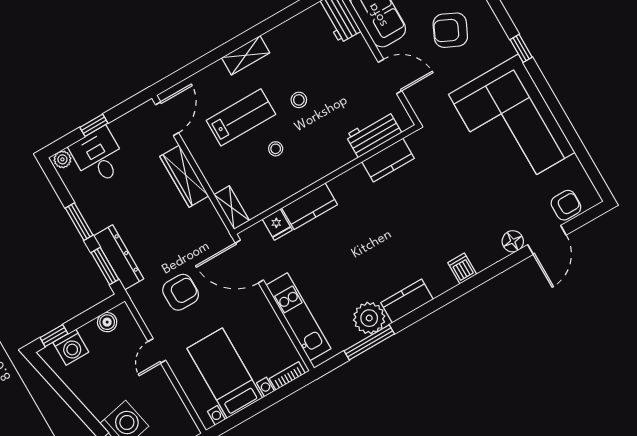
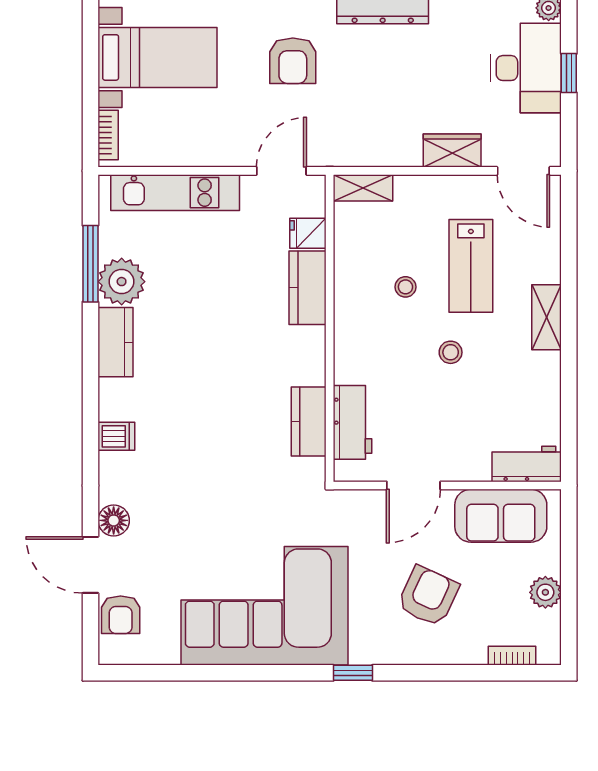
desk: (98, 156) -> (526, 68), width x1.37
wardrobe: (184, 176) -> (452, 150), width x0.67
door: (249, 261) -> (281, 171), width x0.73

